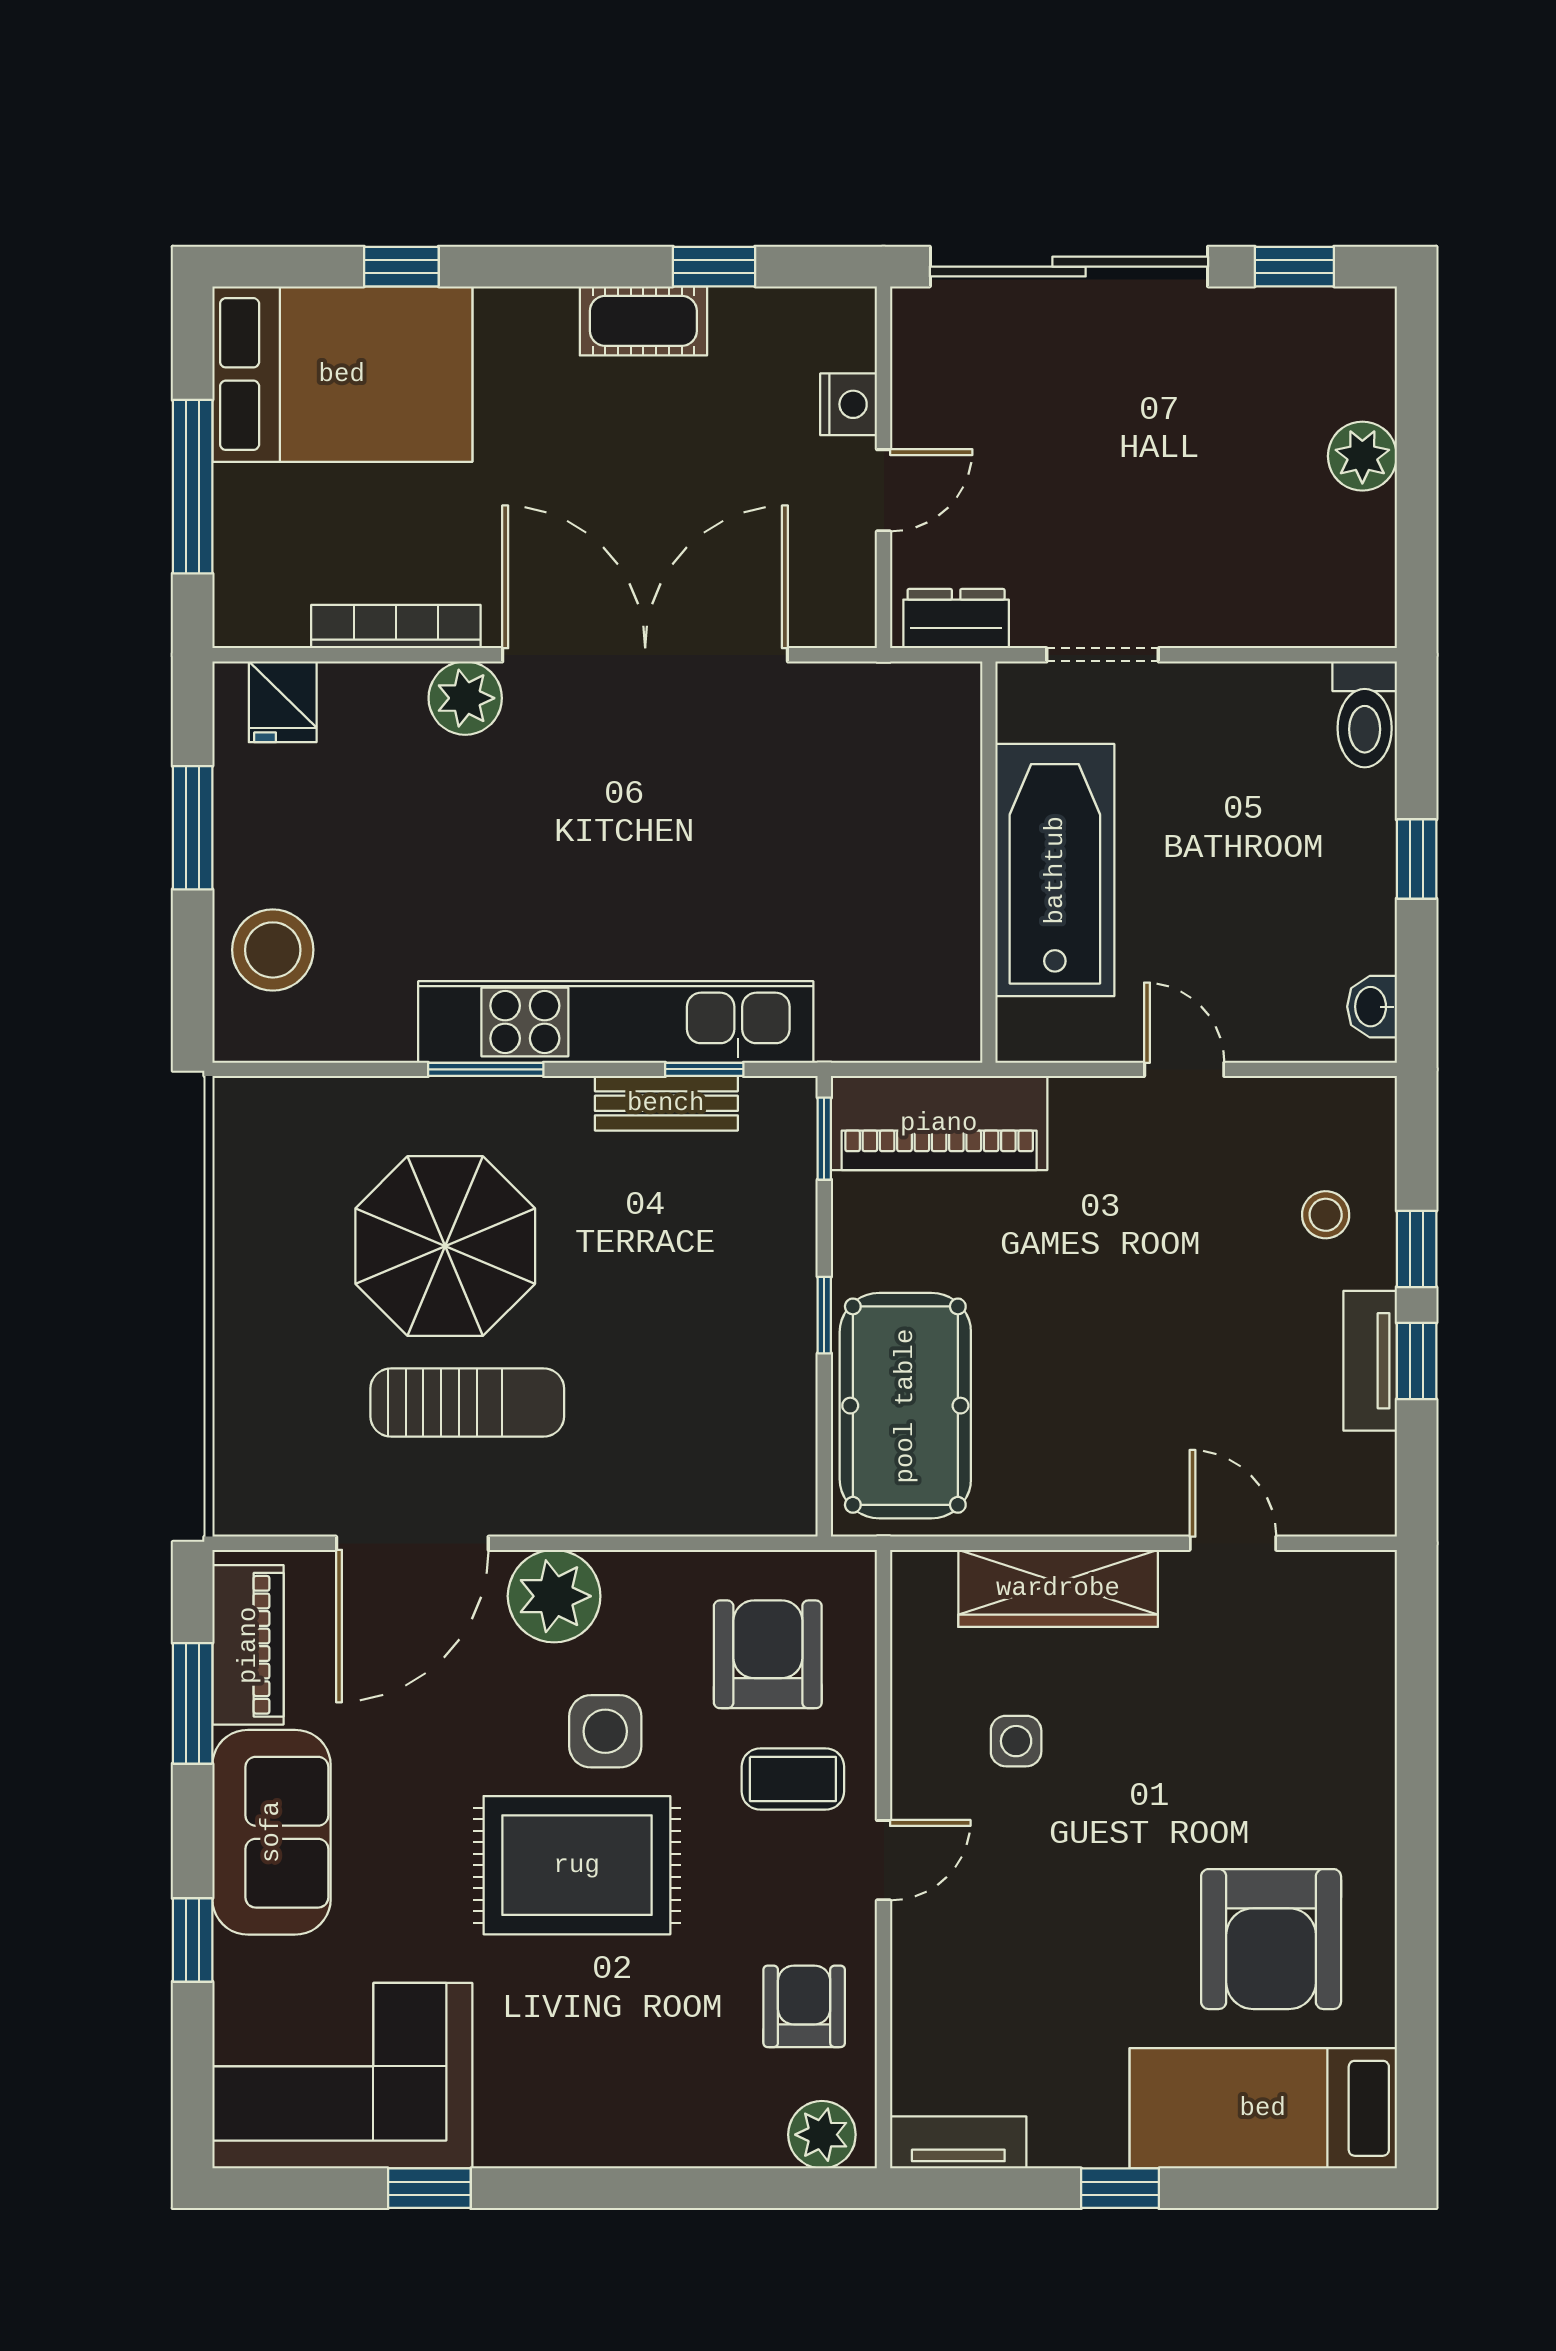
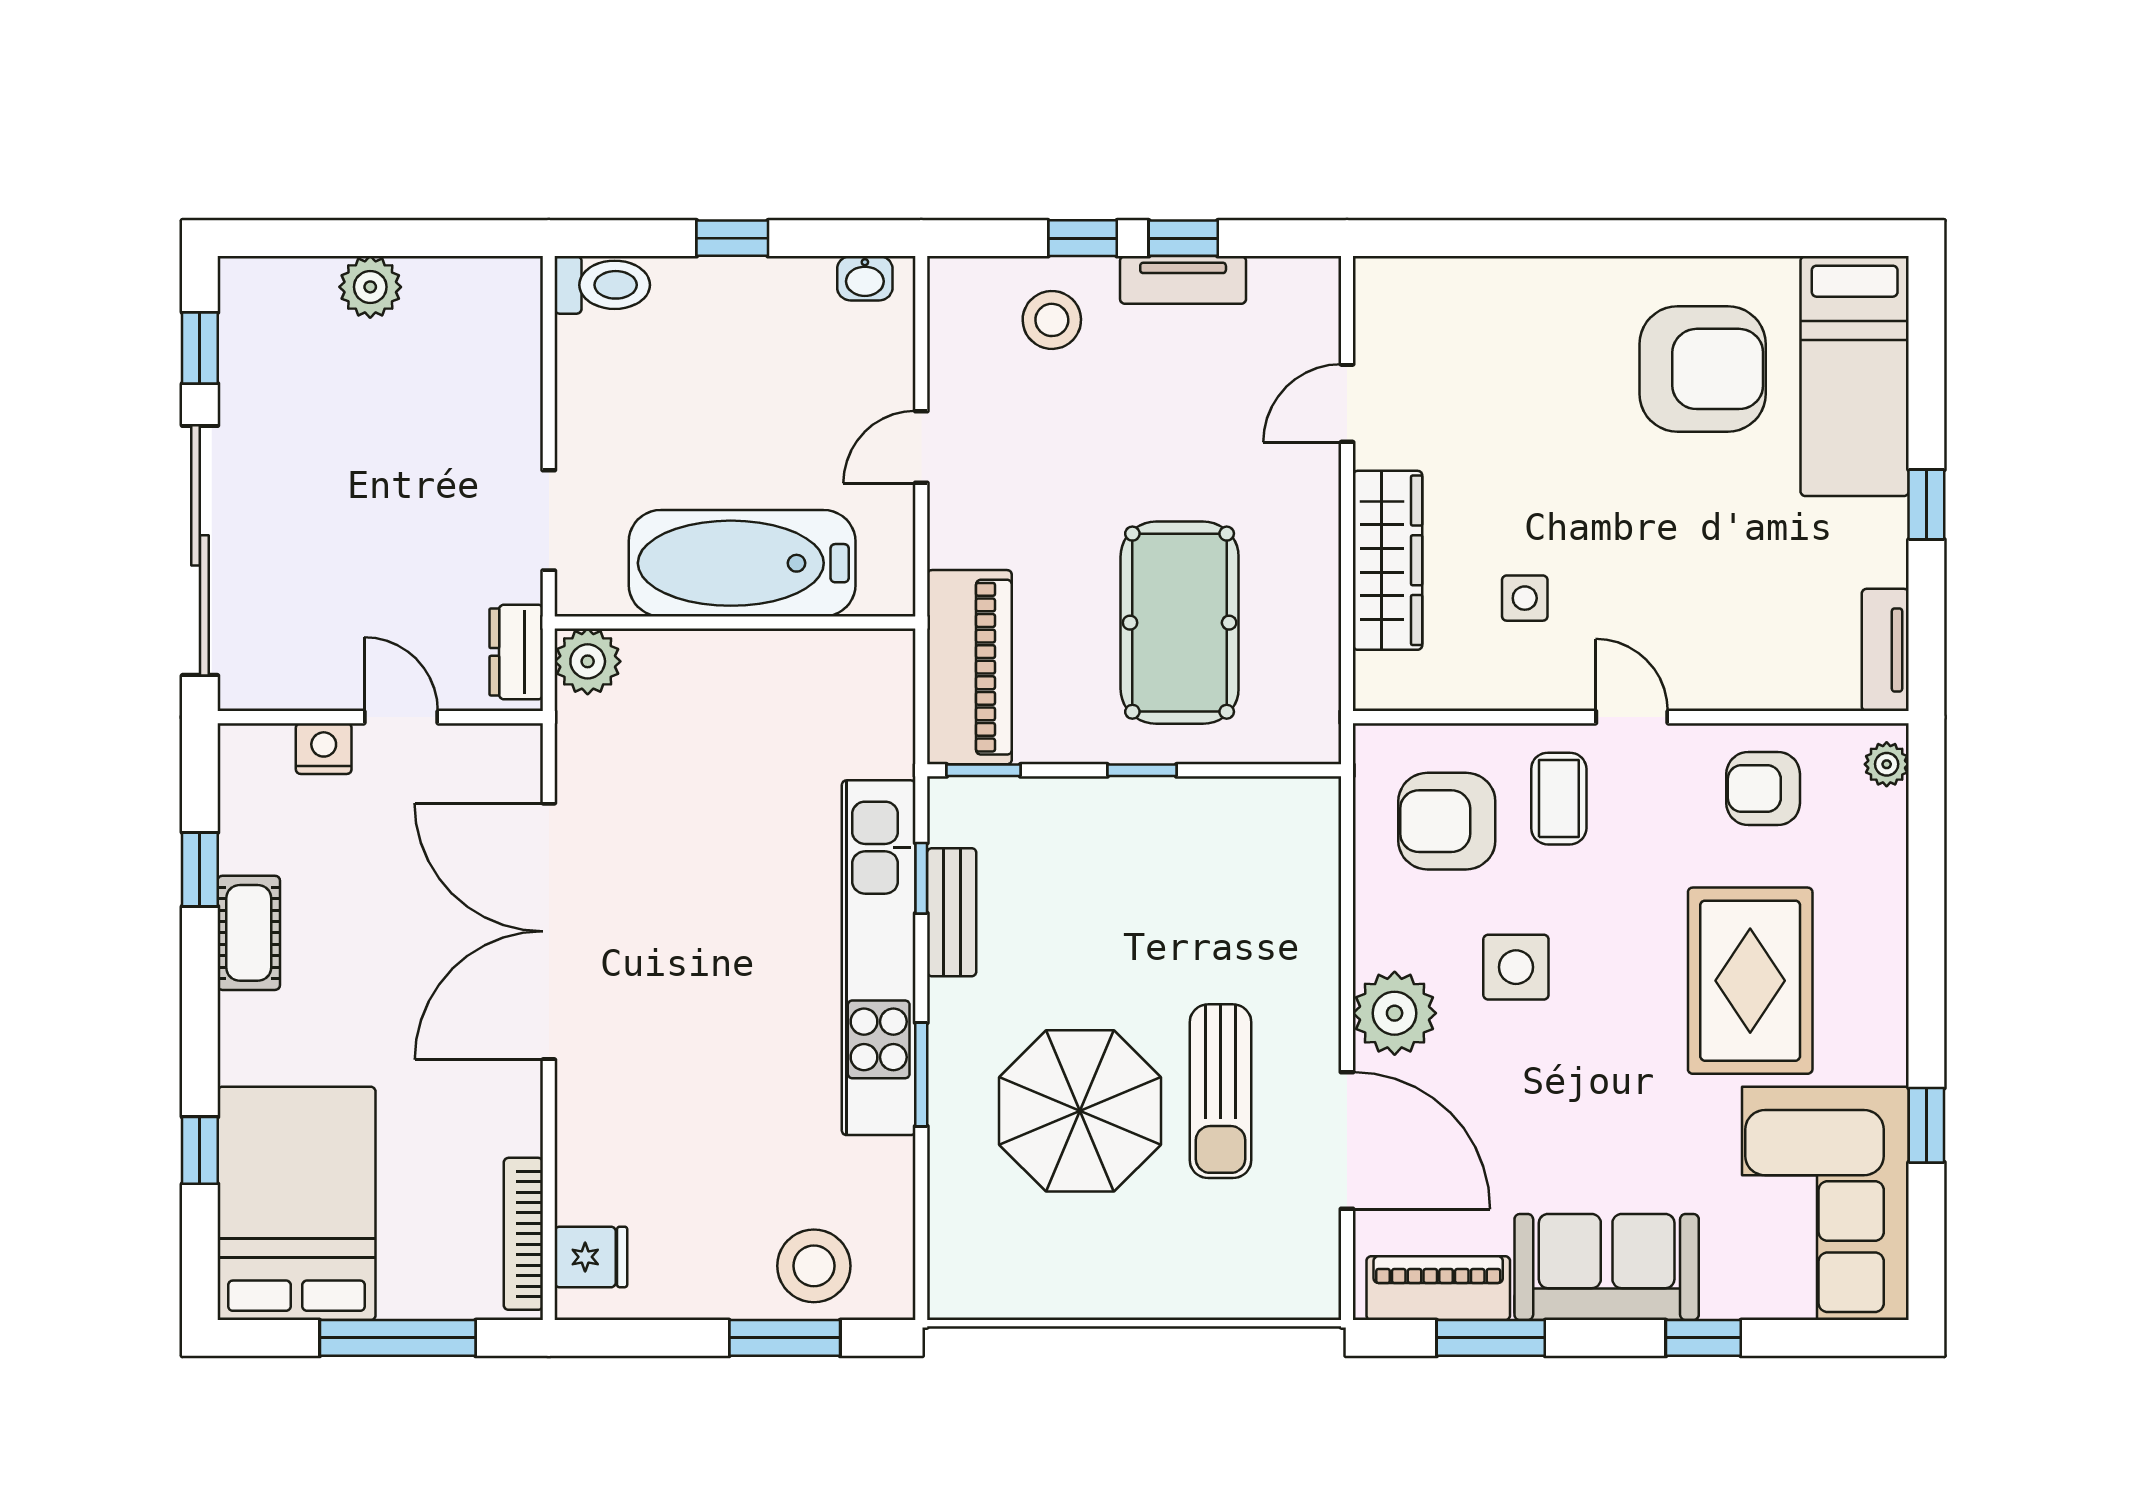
bookcase: (396, 627) -> (523, 1234), moved
plant: (465, 698) -> (588, 661), moved
window: (193, 828) -> (785, 1338), moved
stool: (1326, 1215) -> (1052, 320), width x1.37, depth x1.37
sun lounger: (467, 1402) -> (1221, 1091), turned 180
pool table: (905, 1406) -> (1180, 623), moved, turned 90
rug: (577, 1865) -> (1750, 981), moved
plant: (822, 2135) -> (1887, 764), width x0.73, depth x0.73

